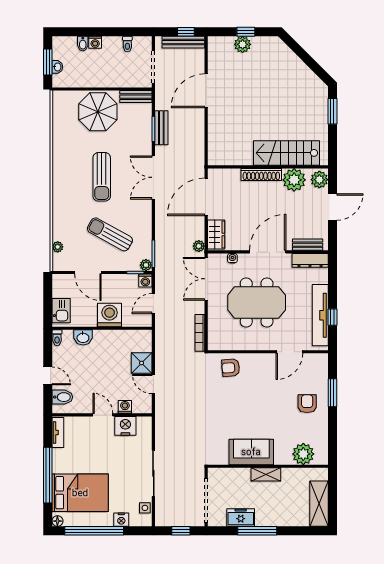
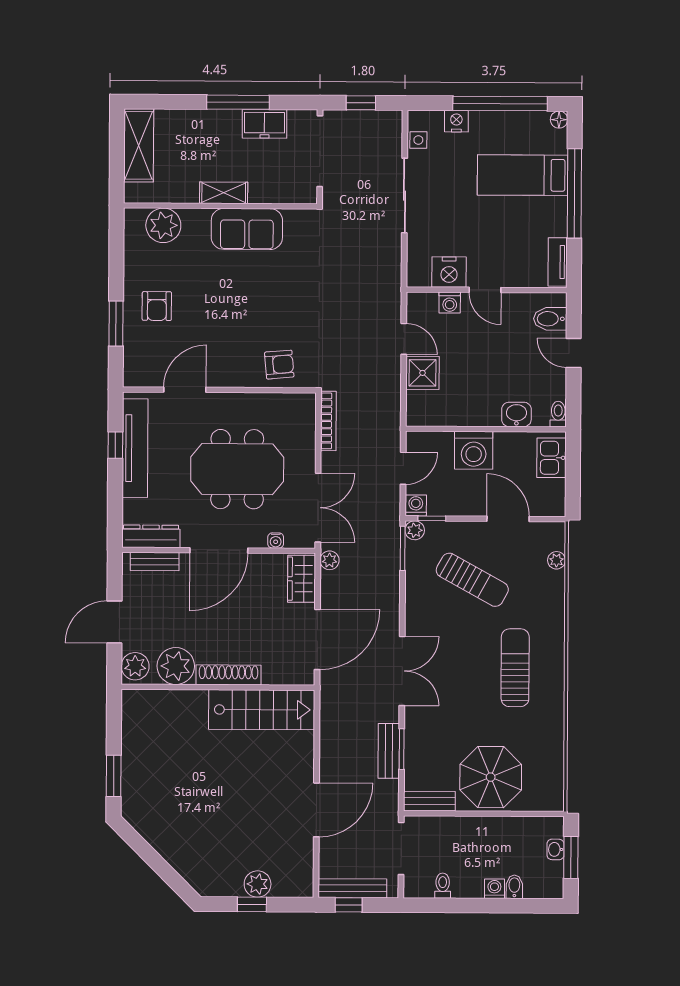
stairs: (286, 153) -> (262, 710), moved
sun lounger: (102, 177) -> (515, 668), moved
bed: (80, 493) -> (522, 175), width x0.67

